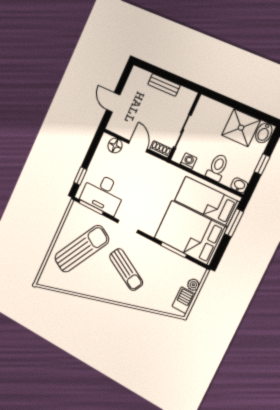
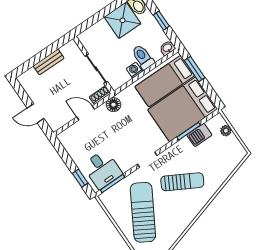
floor lamp: (115, 146) -> (114, 105), moved
washing machine: (189, 161) -> (134, 70), moved
desk: (103, 193) -> (102, 169), width x0.73
barbecue: (184, 300) -> (199, 135), moved, turned -90

